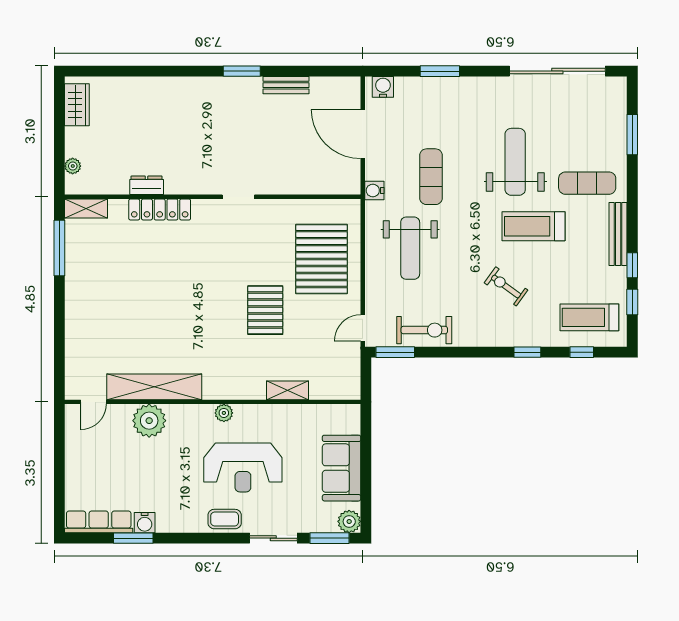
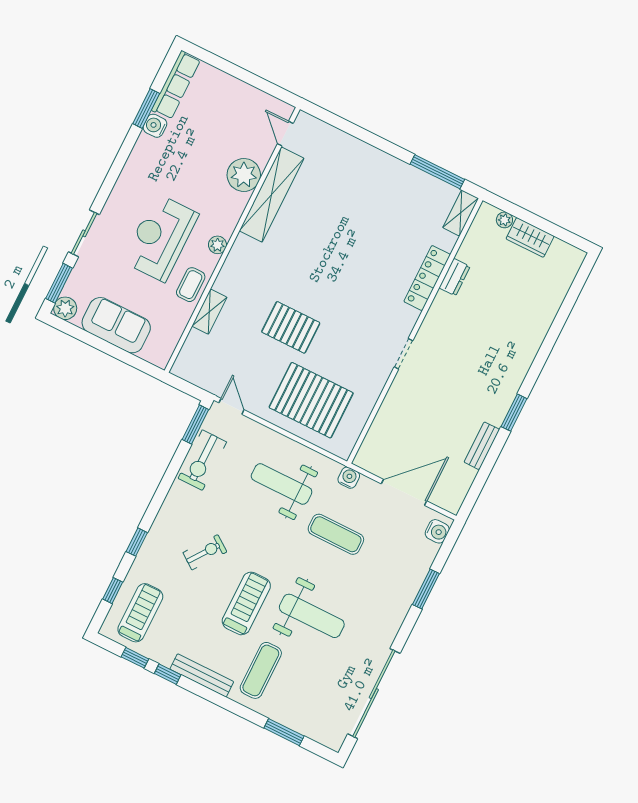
wardrobe: (77, 105) -> (530, 237), moved
coffee table: (225, 519) -> (191, 285), moved

